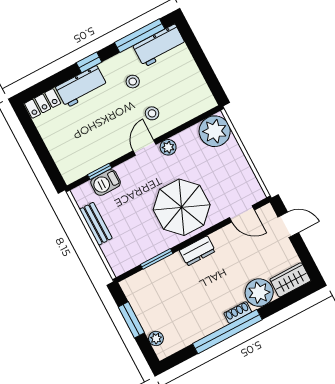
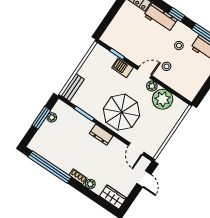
plant: (215, 131) -> (163, 99), moved
barbecue: (106, 182) -> (123, 68), moved
bench: (96, 224) -> (73, 87), moved
plant: (259, 293) -> (90, 184), width x0.53, depth x0.53
window: (227, 332) -> (50, 167), moved
plant: (156, 339) -> (52, 117), moved

